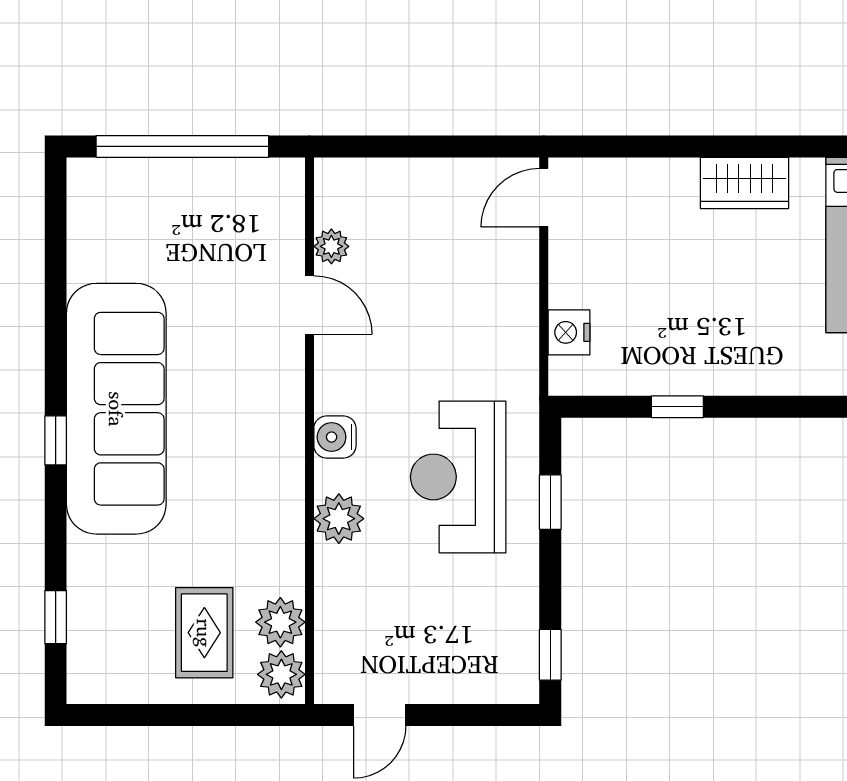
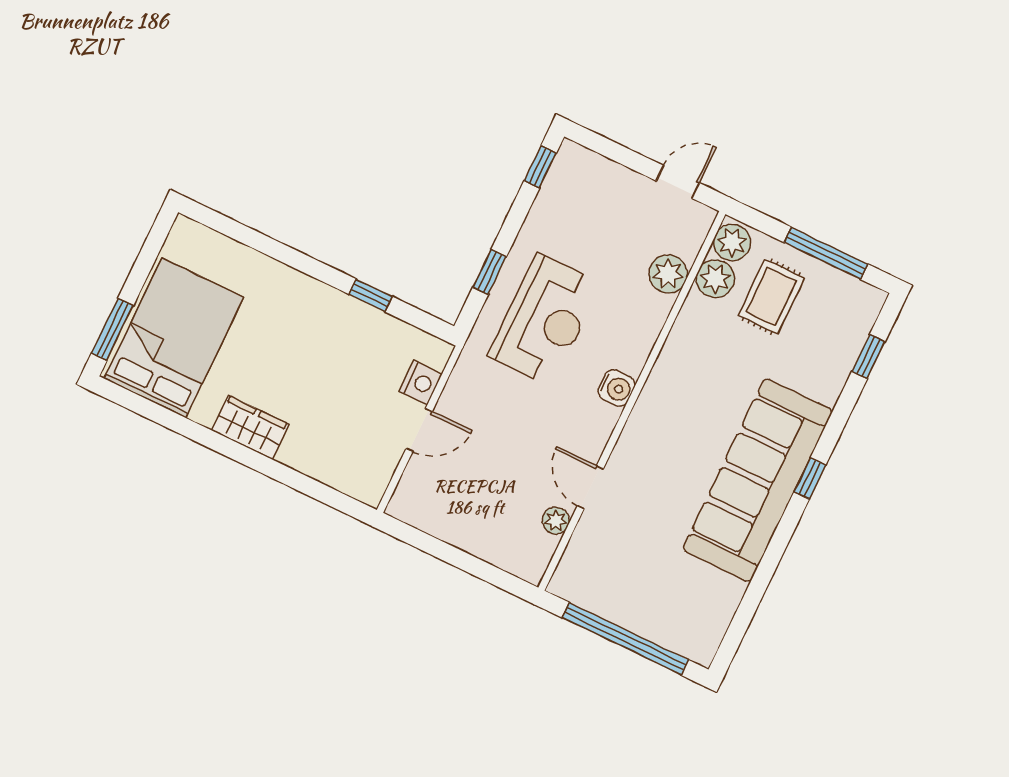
door: (544, 198) -> (419, 430), moved
plant: (339, 519) -> (668, 274), moved
window: (164, 715) -> (826, 253), added

